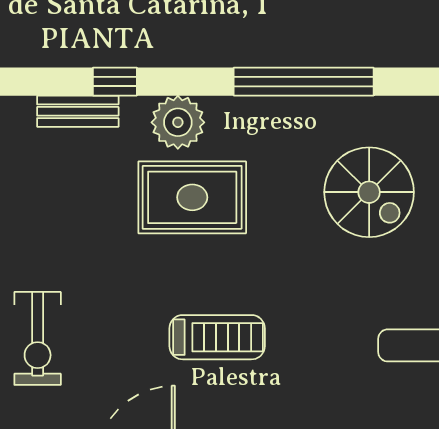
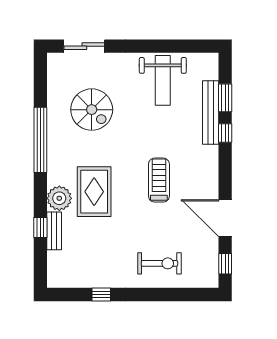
bench: (78, 111) -> (54, 231), moved
spiral stairs: (369, 192) -> (92, 110), turned 90

